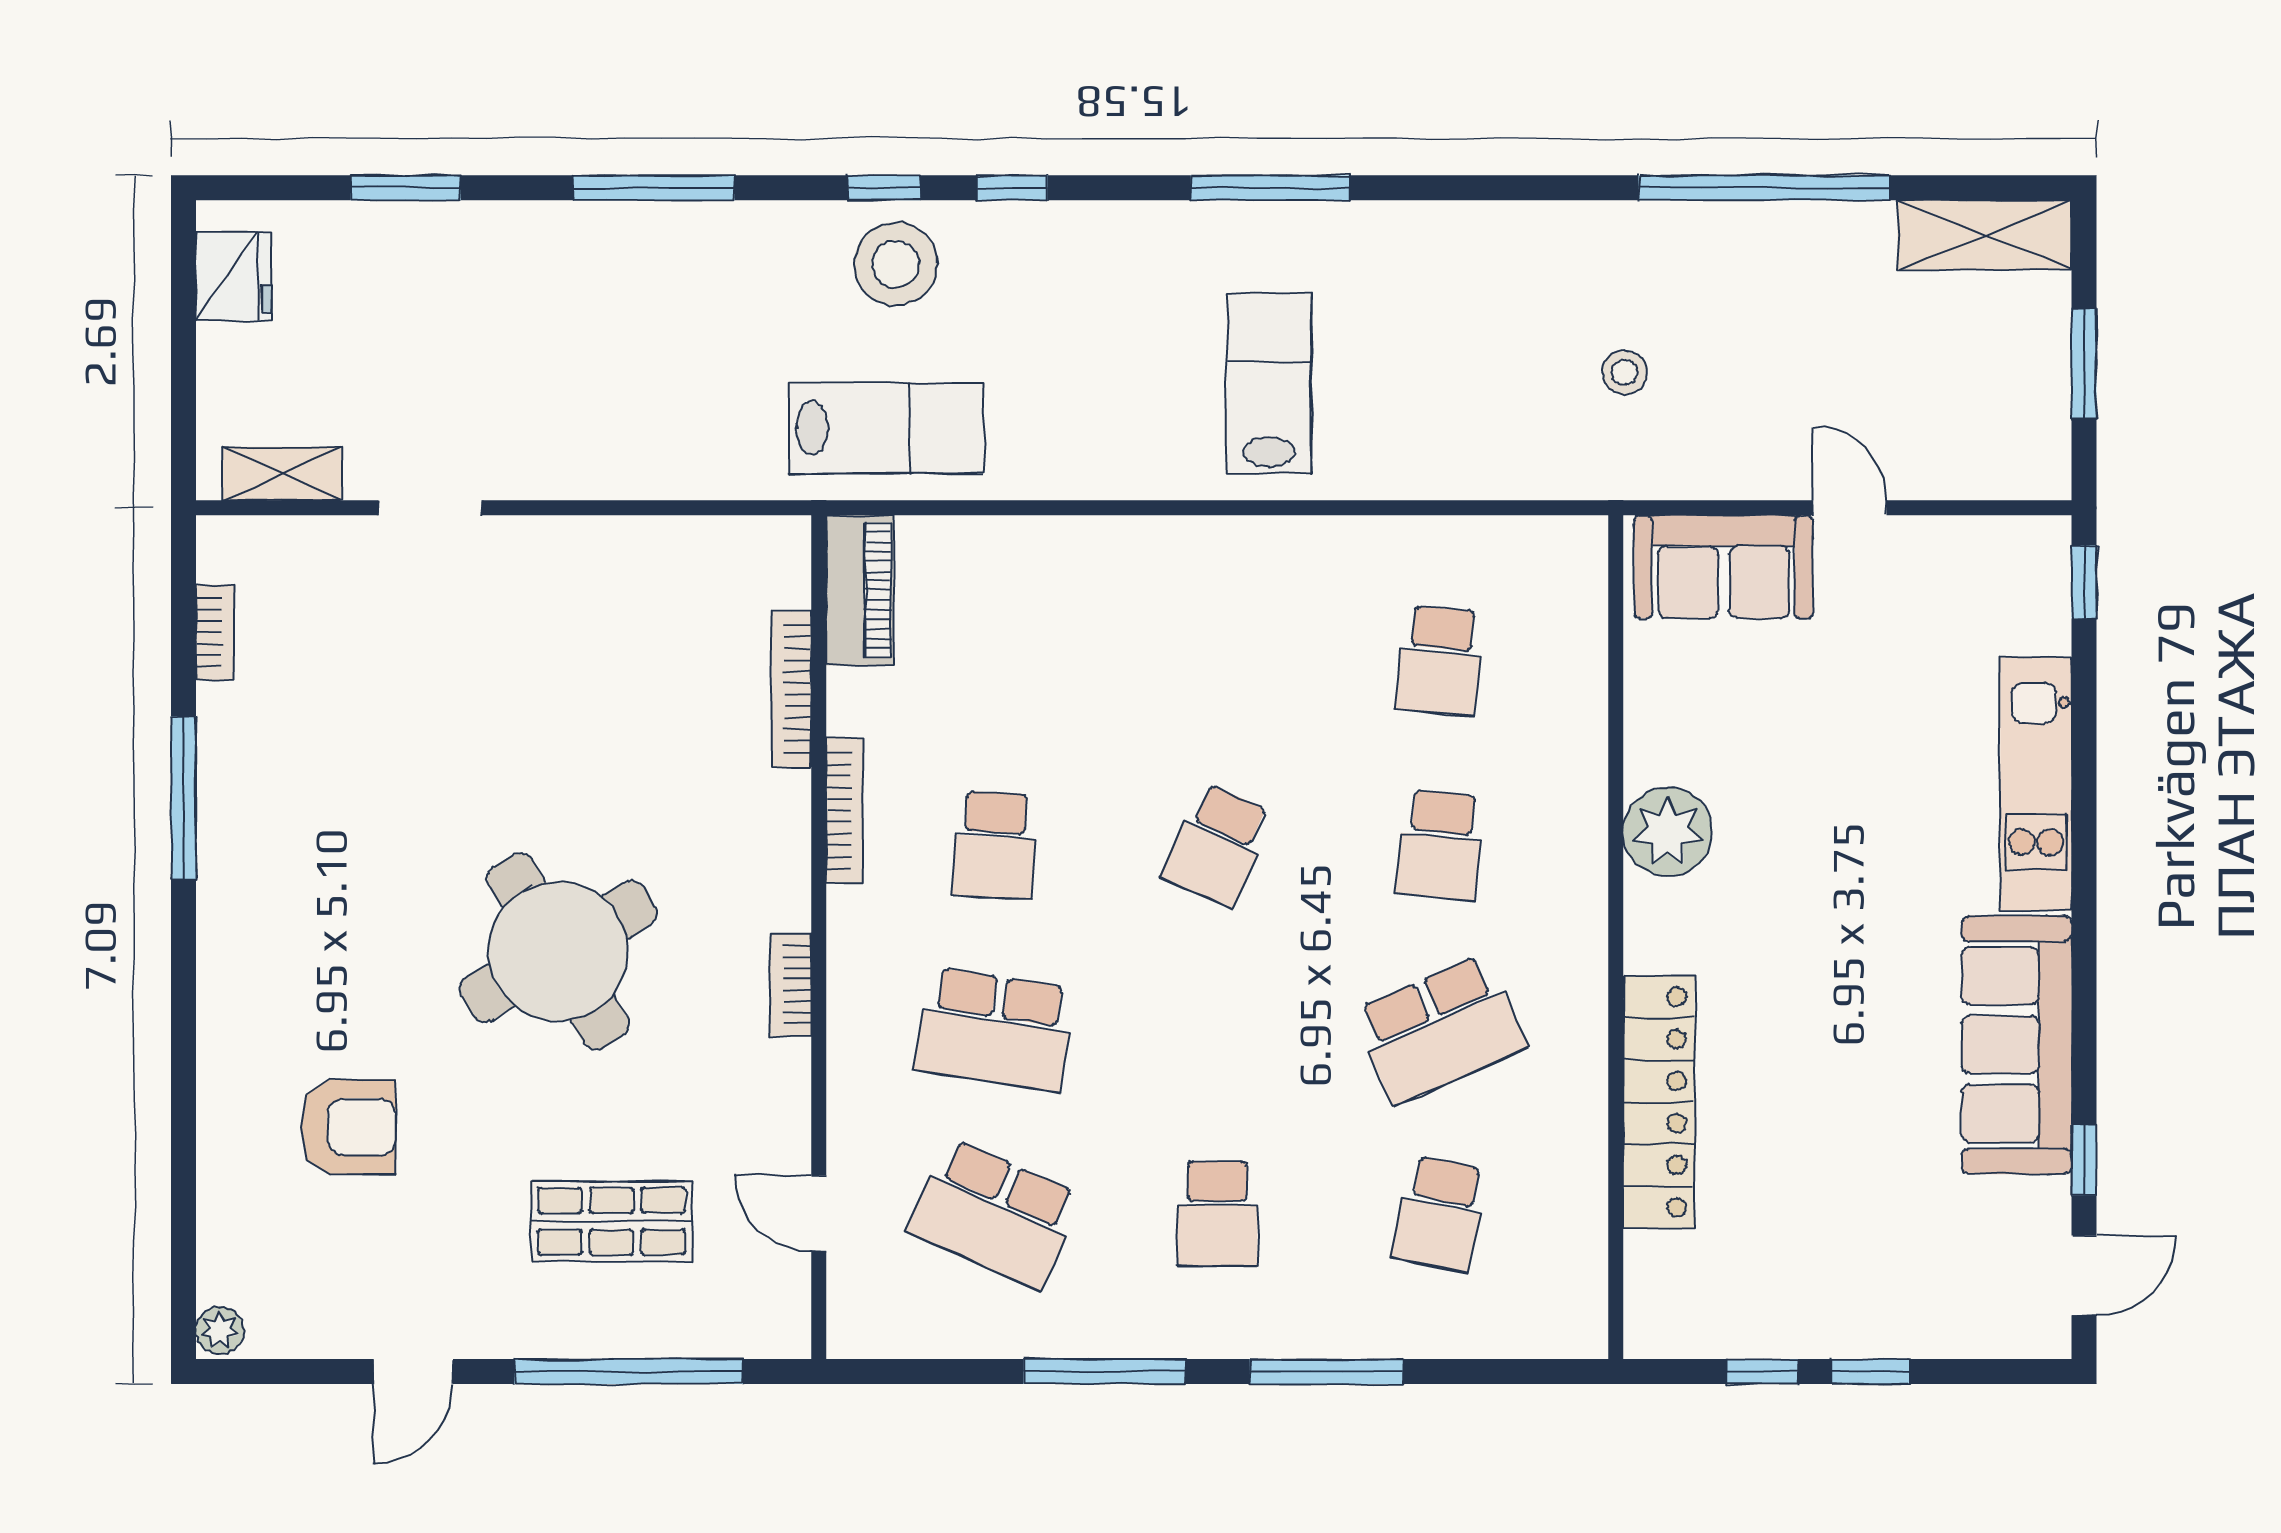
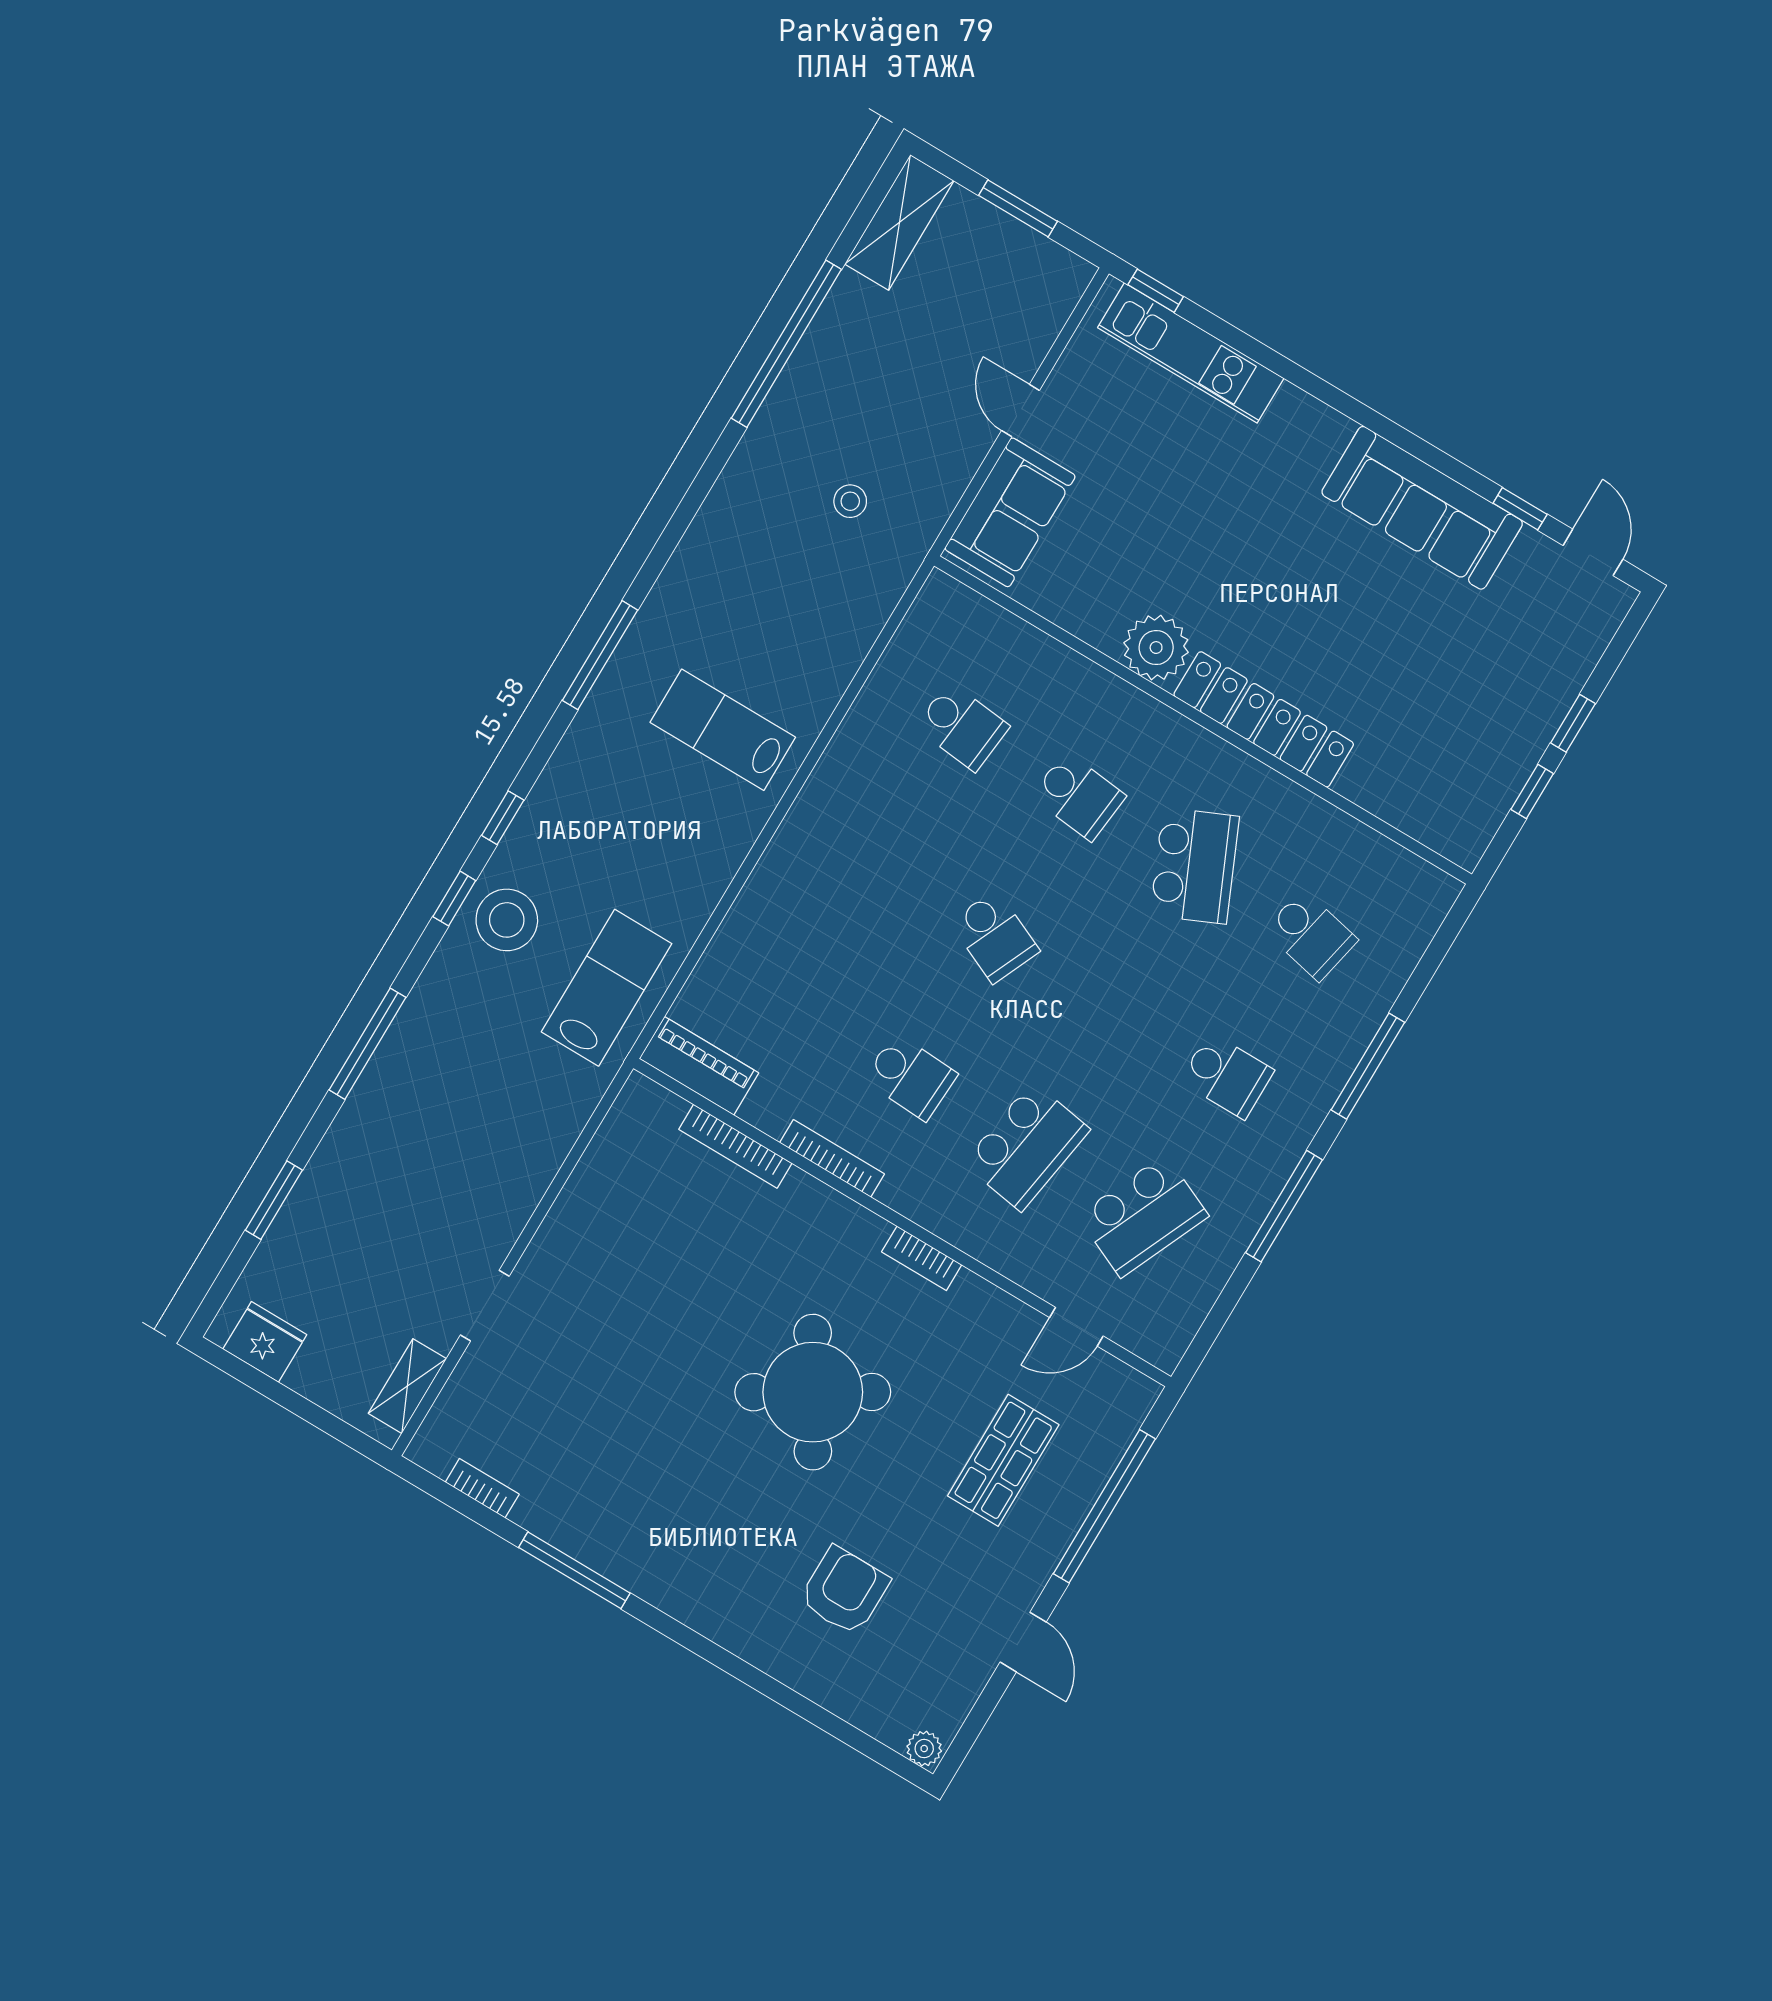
door: (1850, 508) -> (1021, 410), hinge flipped
kitchen unit: (2036, 784) -> (1191, 353), moved
locker: (1659, 1102) -> (1264, 719), moved

